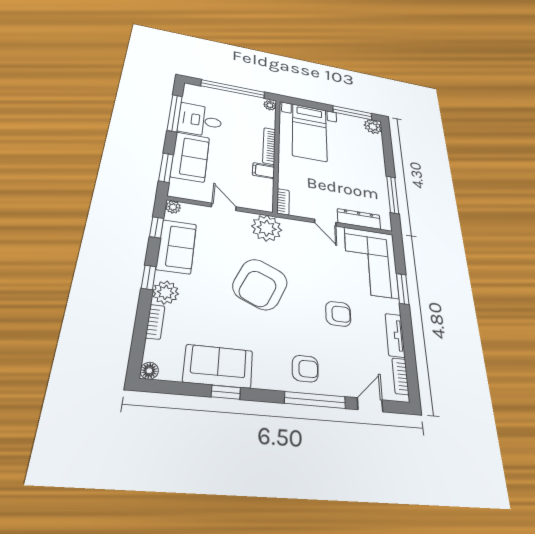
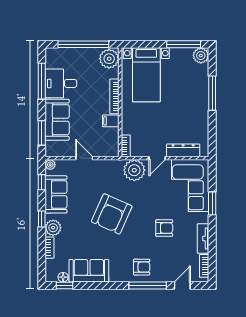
plant: (270, 105) -> (109, 59), width x1.88, depth x1.88
window: (393, 195) -> (212, 93), moved
door: (325, 223) -> (157, 158), hinge flipped
plant: (267, 228) -> (134, 170), moved
floor lamp: (149, 371) -> (63, 277), moved
window: (226, 392) -> (65, 286), moved

